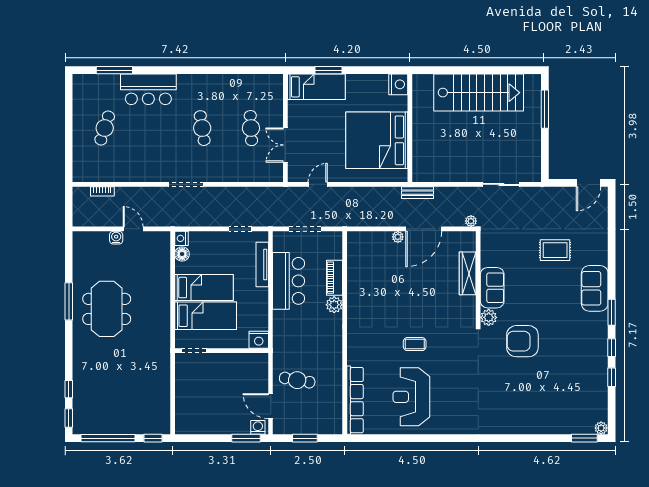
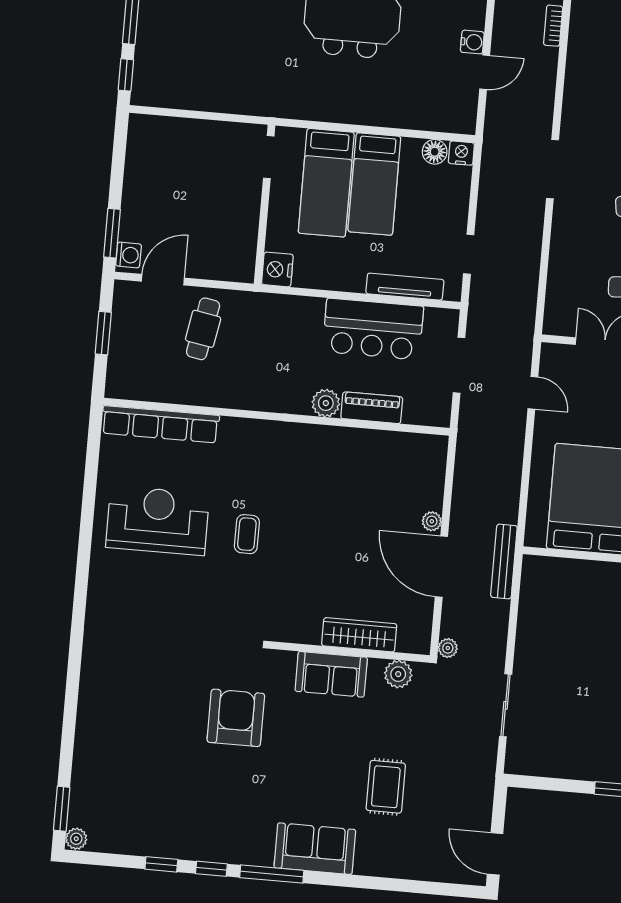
bench: (418, 193) -> (504, 561), width x1.36
window: (612, 312) -> (272, 874), width x1.44
plant: (489, 317) -> (398, 674), moved

